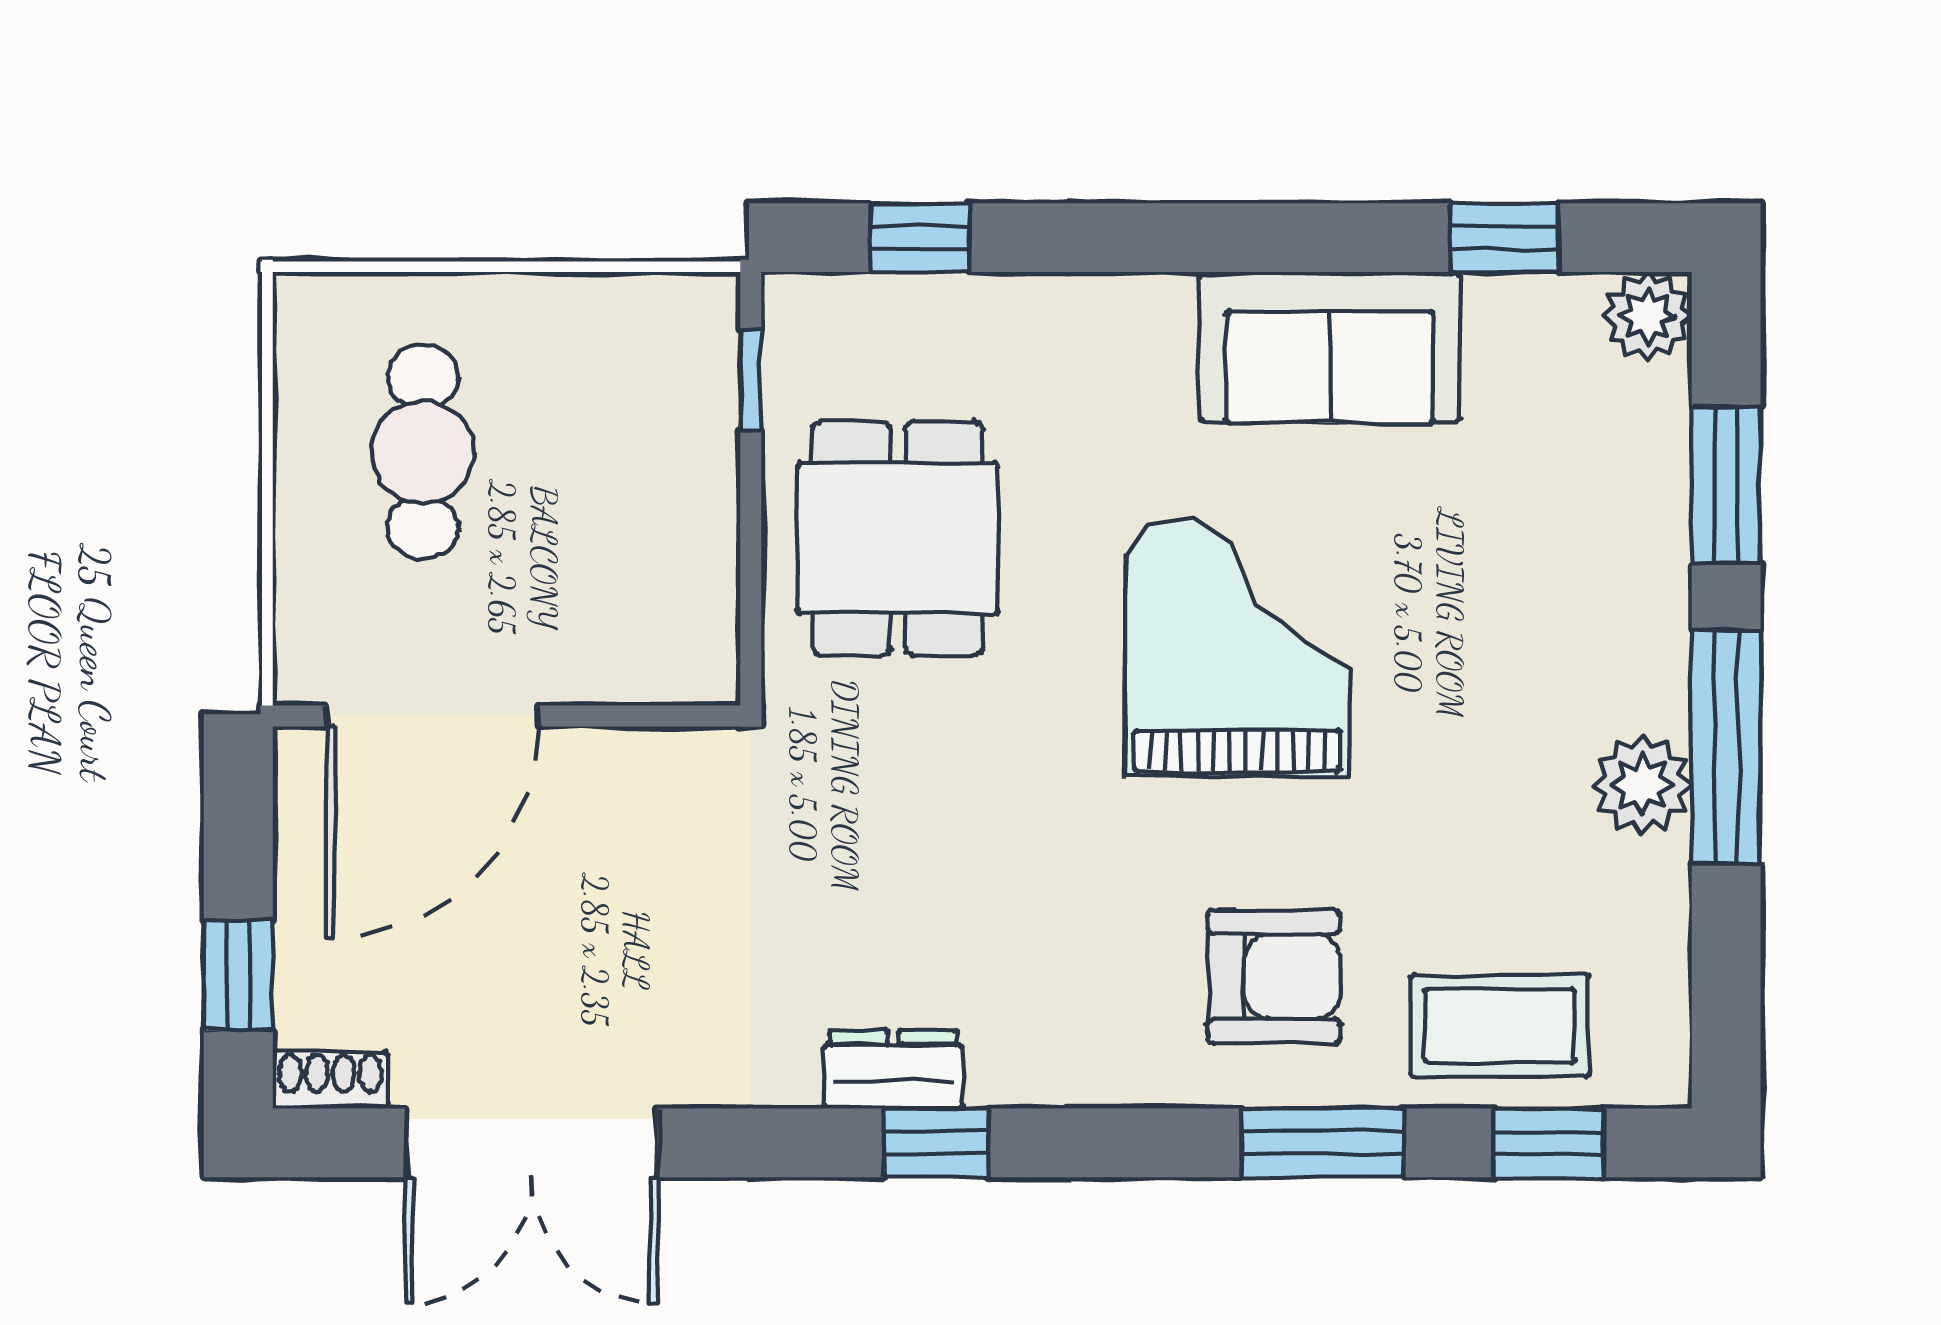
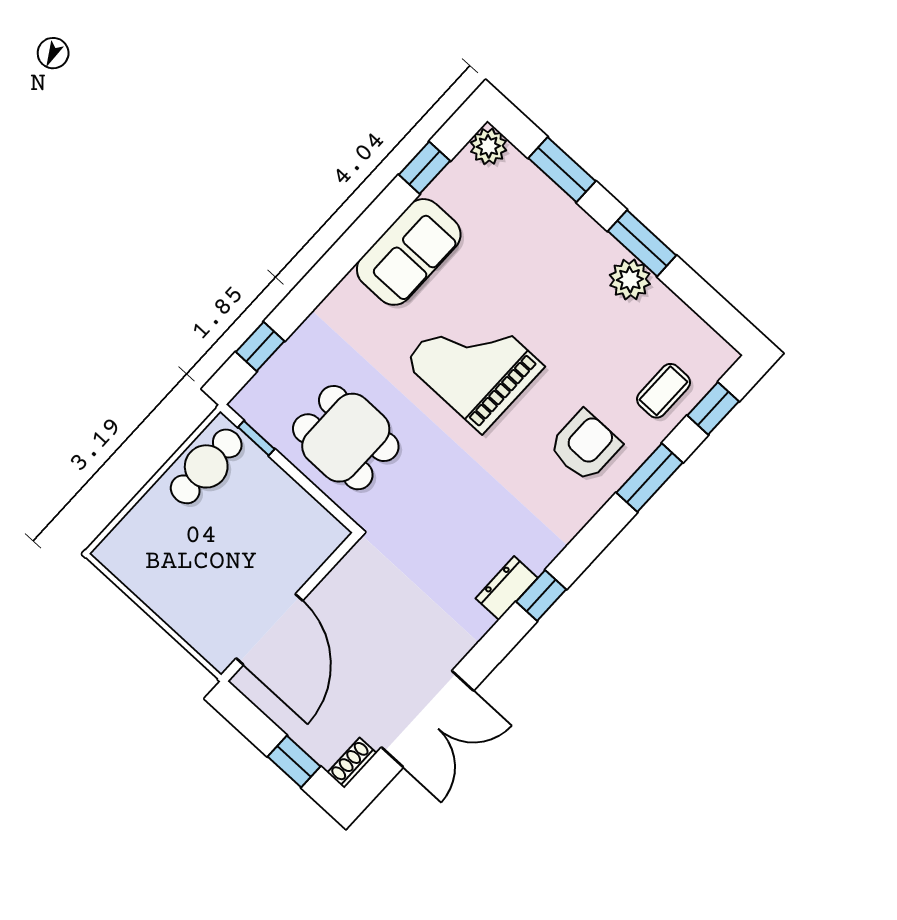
cafe table: (423, 452) -> (206, 466), moved, turned 90
window: (1726, 747) -> (642, 243), width x0.69
coffee table: (1499, 1026) -> (664, 391), width x0.73, depth x0.77

